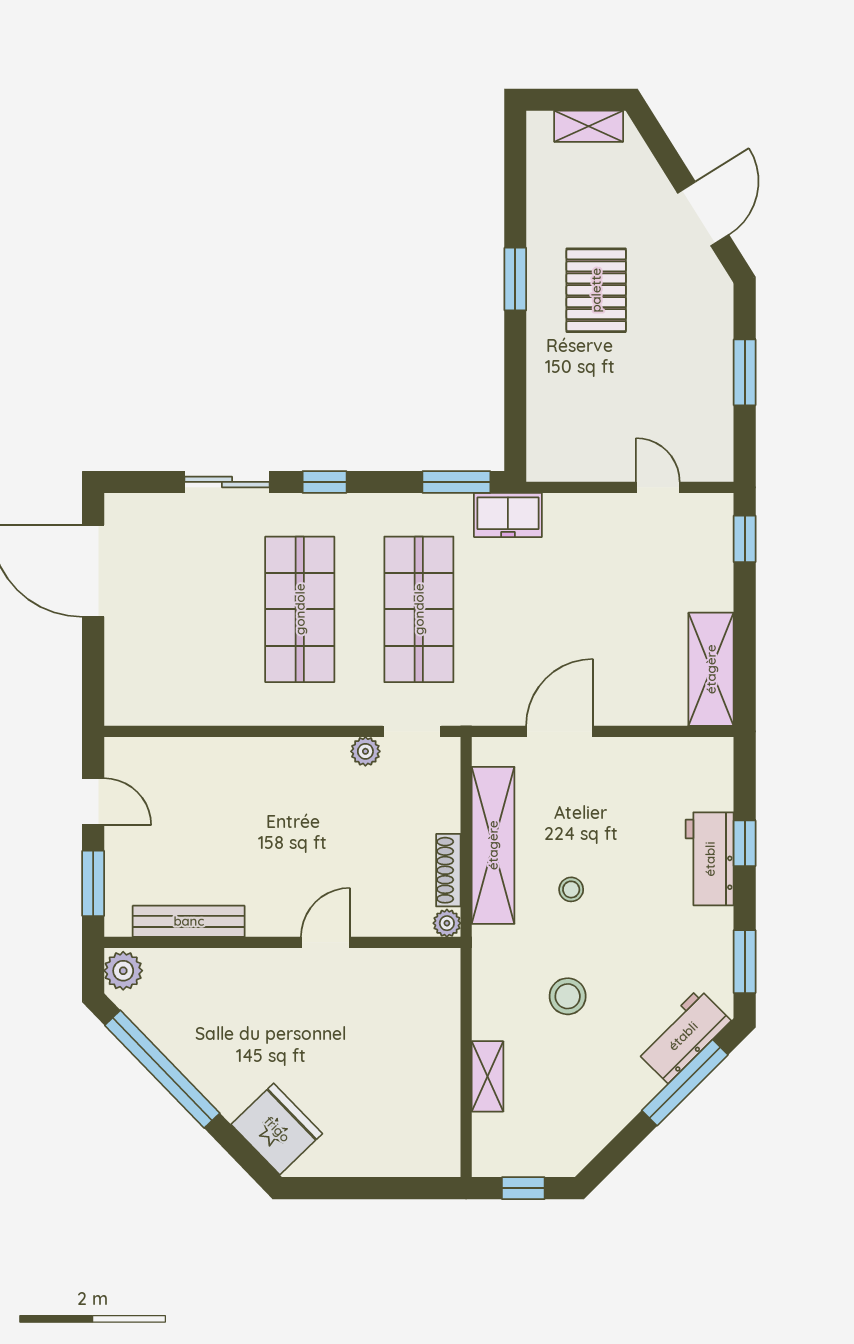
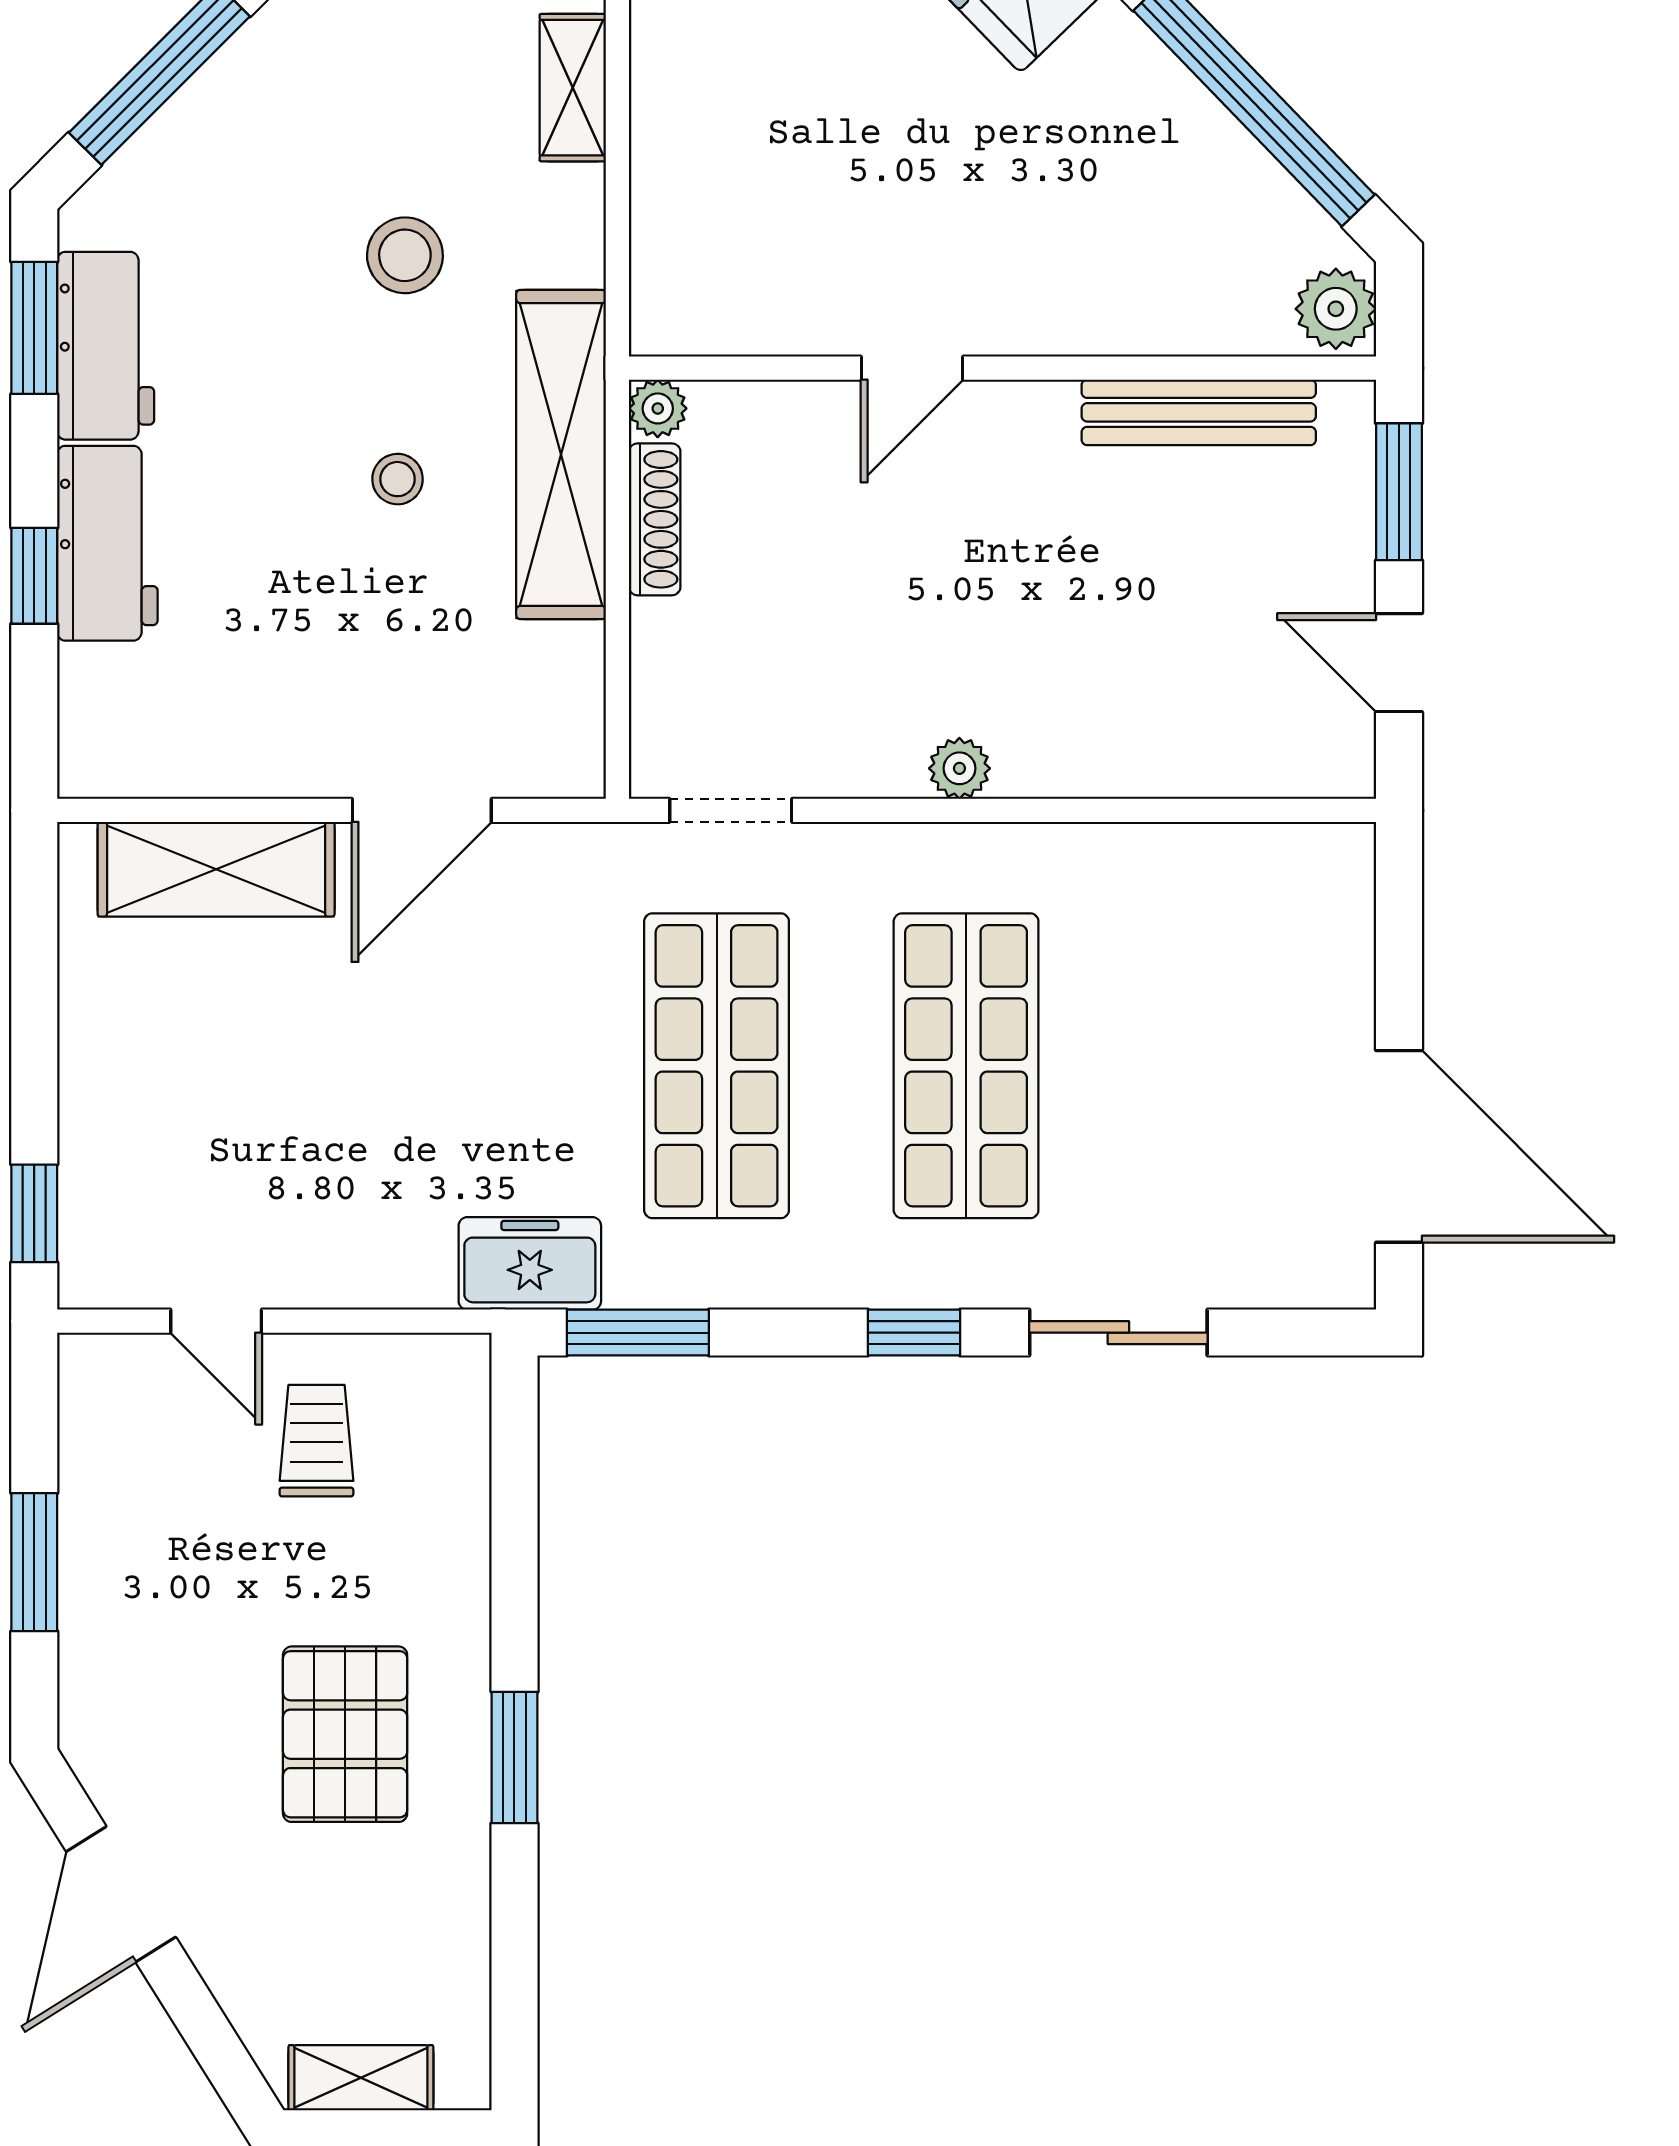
trolley: (610, 430) -> (316, 1441), added
shelving: (711, 669) -> (216, 869), moved, turned 90
plant: (365, 751) -> (959, 768), moved
shelving: (493, 845) -> (561, 455), moved
workbench: (683, 1036) -> (106, 346), moved, turned -45

